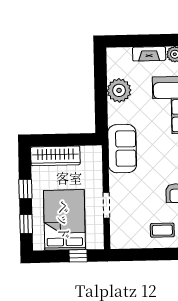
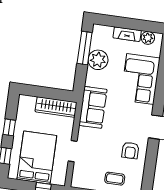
window: (101, 79) -> (85, 48), added
wardrobe: (55, 156) -> (56, 107), moved

